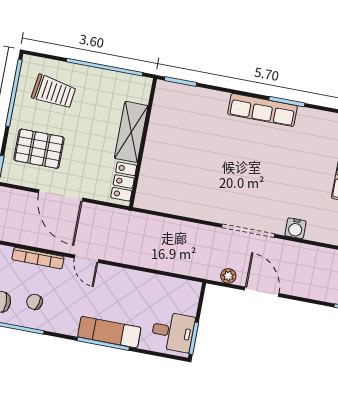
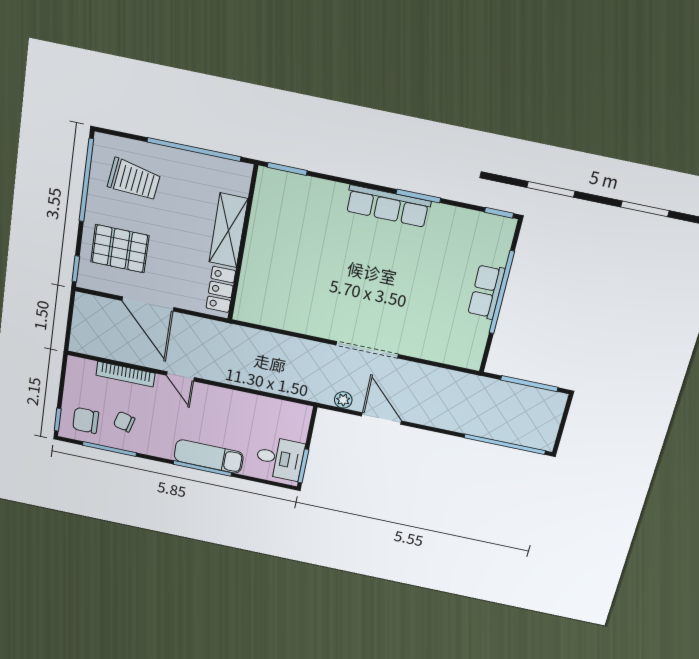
water cooler: (295, 228) -> (423, 348), removed

